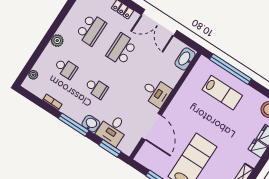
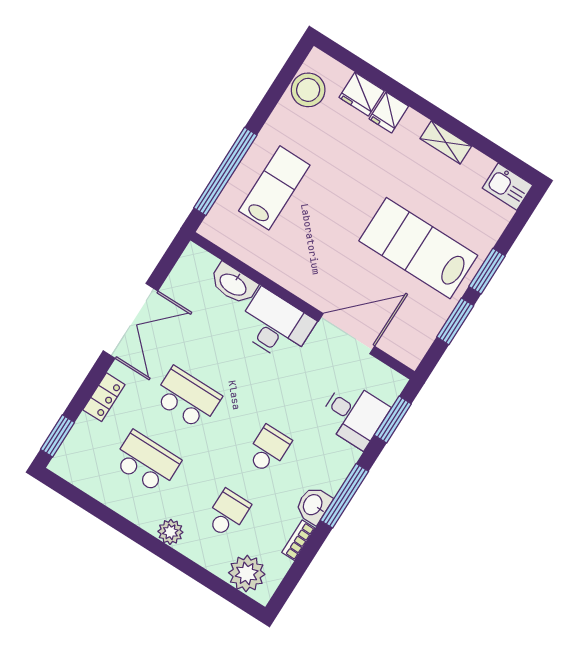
school desk: (122, 49) -> (187, 398), turned 180
washbasin: (185, 59) -> (233, 284), moved
plant: (33, 75) -> (247, 573), width x1.87, depth x1.87
desk: (156, 92) -> (275, 325), width x1.37
washbasin: (91, 124) -> (313, 505), moved

